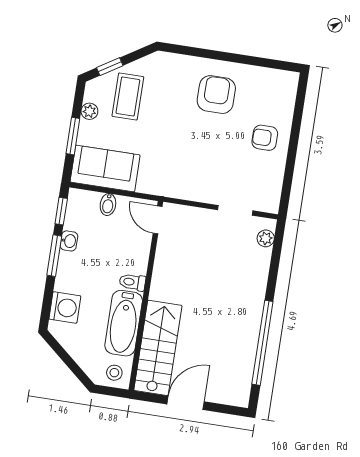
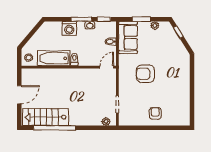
armchair: (216, 95) -> (145, 74), moved, turned 180
coffee table: (128, 96) -> (165, 43), removed
washing machine: (65, 308) -> (69, 28), moved
stairs: (158, 348) -> (46, 117), moved, turned 180
door: (186, 403) -> (19, 95), hinge flipped

